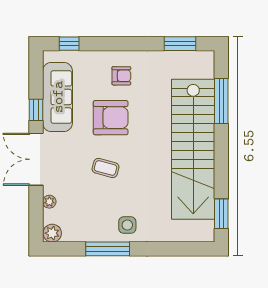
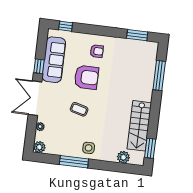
stairs: (193, 149) -> (139, 126), width x0.54, depth x0.66
plant: (182, 233) -> (123, 157), added

